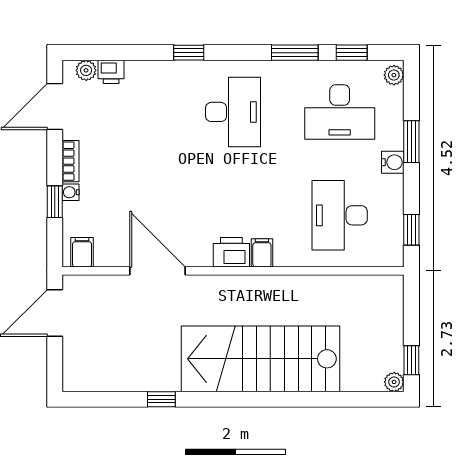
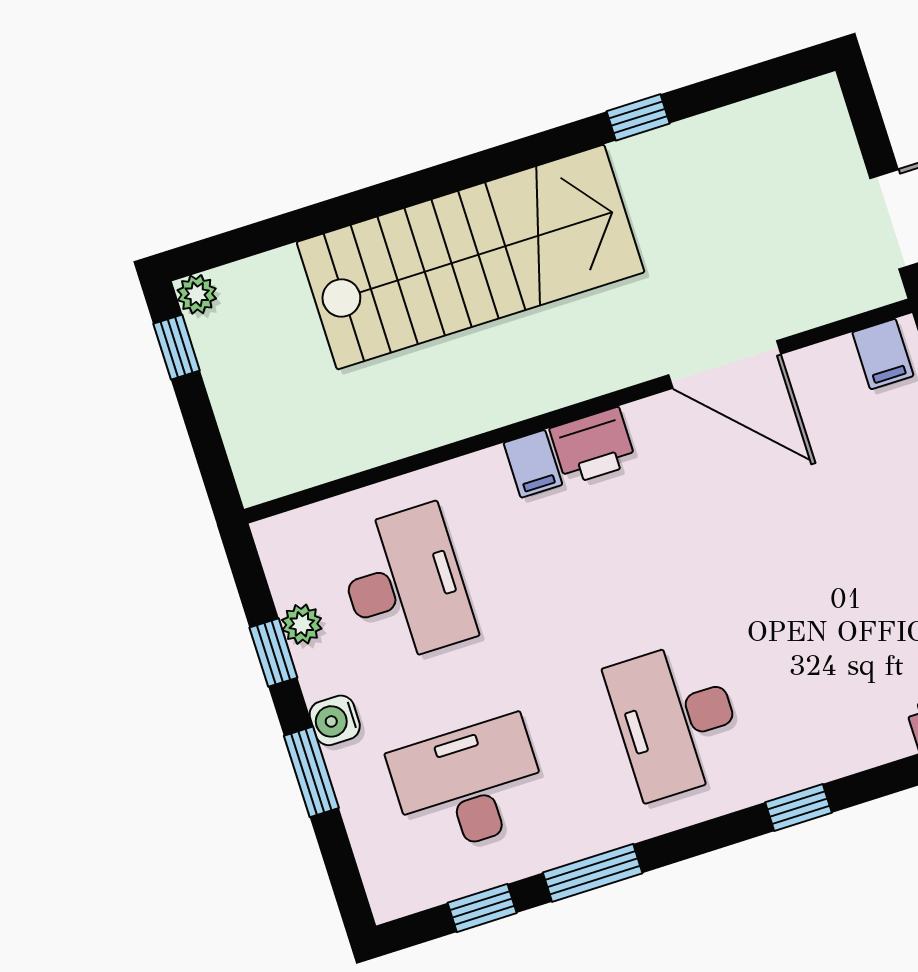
plant: (394, 75) -> (302, 624), moved
window: (411, 230) -> (273, 653), moved

